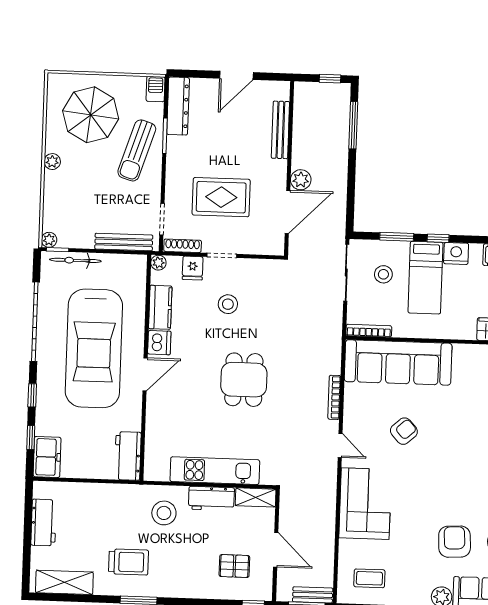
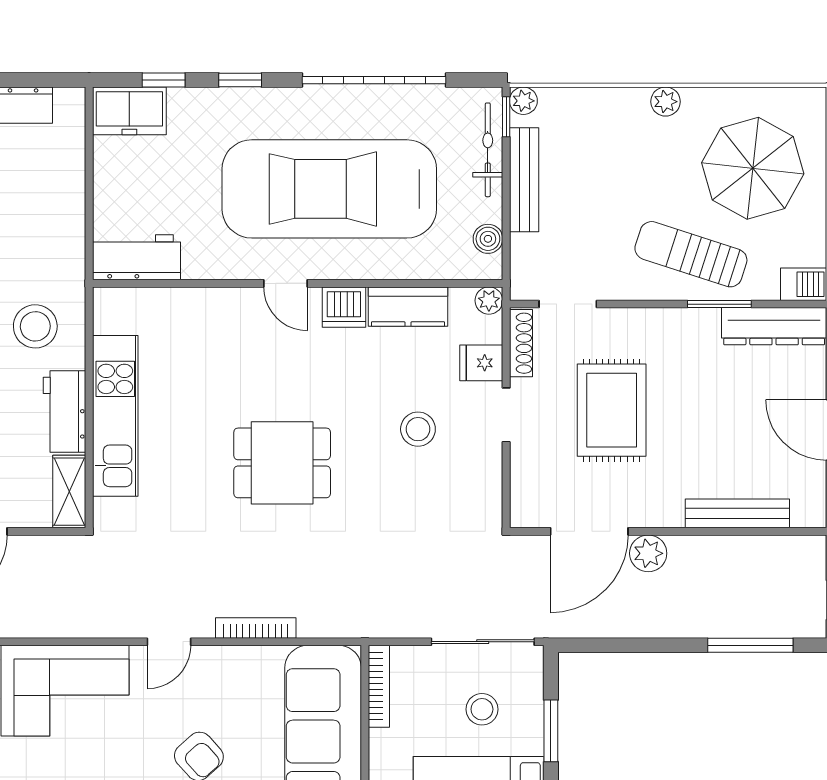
door: (288, 212) -> (589, 531), hinge flipped
bench: (124, 242) -> (524, 180), moved
boiler: (124, 262) -> (488, 239), added
door: (145, 374) -> (285, 283), width x0.73

